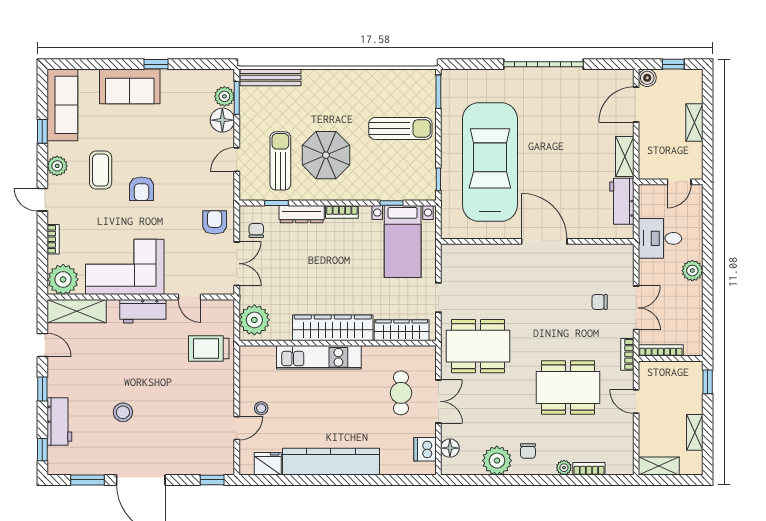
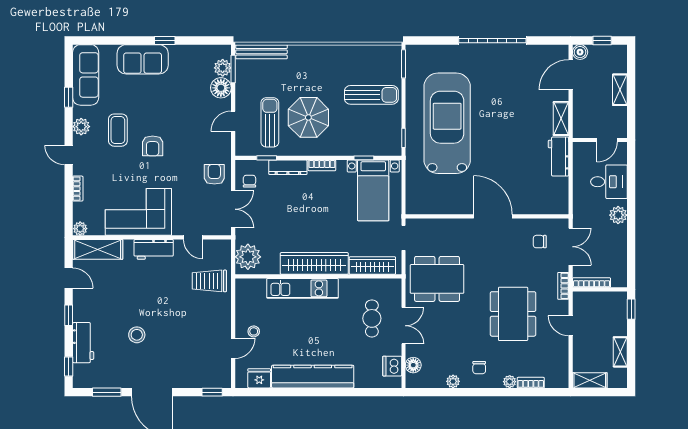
desk: (660, 238) -> (609, 182), moved, turned 180
wall: (537, 241) -> (487, 216), moved
door: (544, 241) -> (493, 216), moved
plant: (63, 279) -> (80, 229), width x0.53, depth x0.53
dining table: (568, 388) -> (513, 314), turned 90
plant: (497, 461) -> (453, 381), width x0.53, depth x0.53

